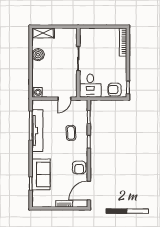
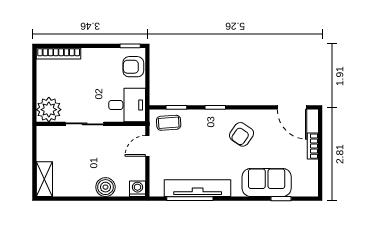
plant: (87, 36) -> (49, 110), added
boiler: (38, 55) -> (105, 187), moved
armchair: (115, 90) -> (133, 67), turned 90
door: (64, 99) -> (147, 146), swing flipped
coffee table: (71, 133) -> (169, 123), moved
armchair: (79, 167) -> (242, 134), moved, turned 125

